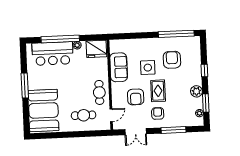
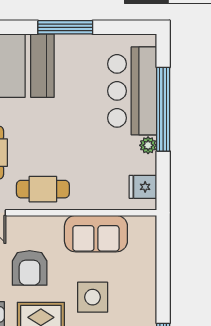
fridge: (96, 49) -> (143, 187), width x0.53, depth x0.75
armchair: (136, 97) -> (30, 268), turned -90

